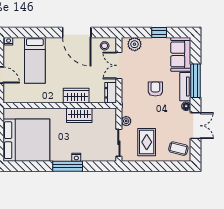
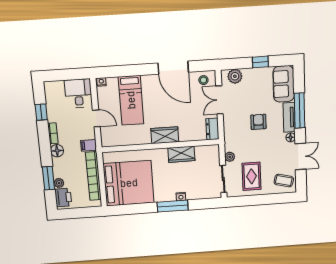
wardrobe: (76, 96) -> (165, 135), moved

